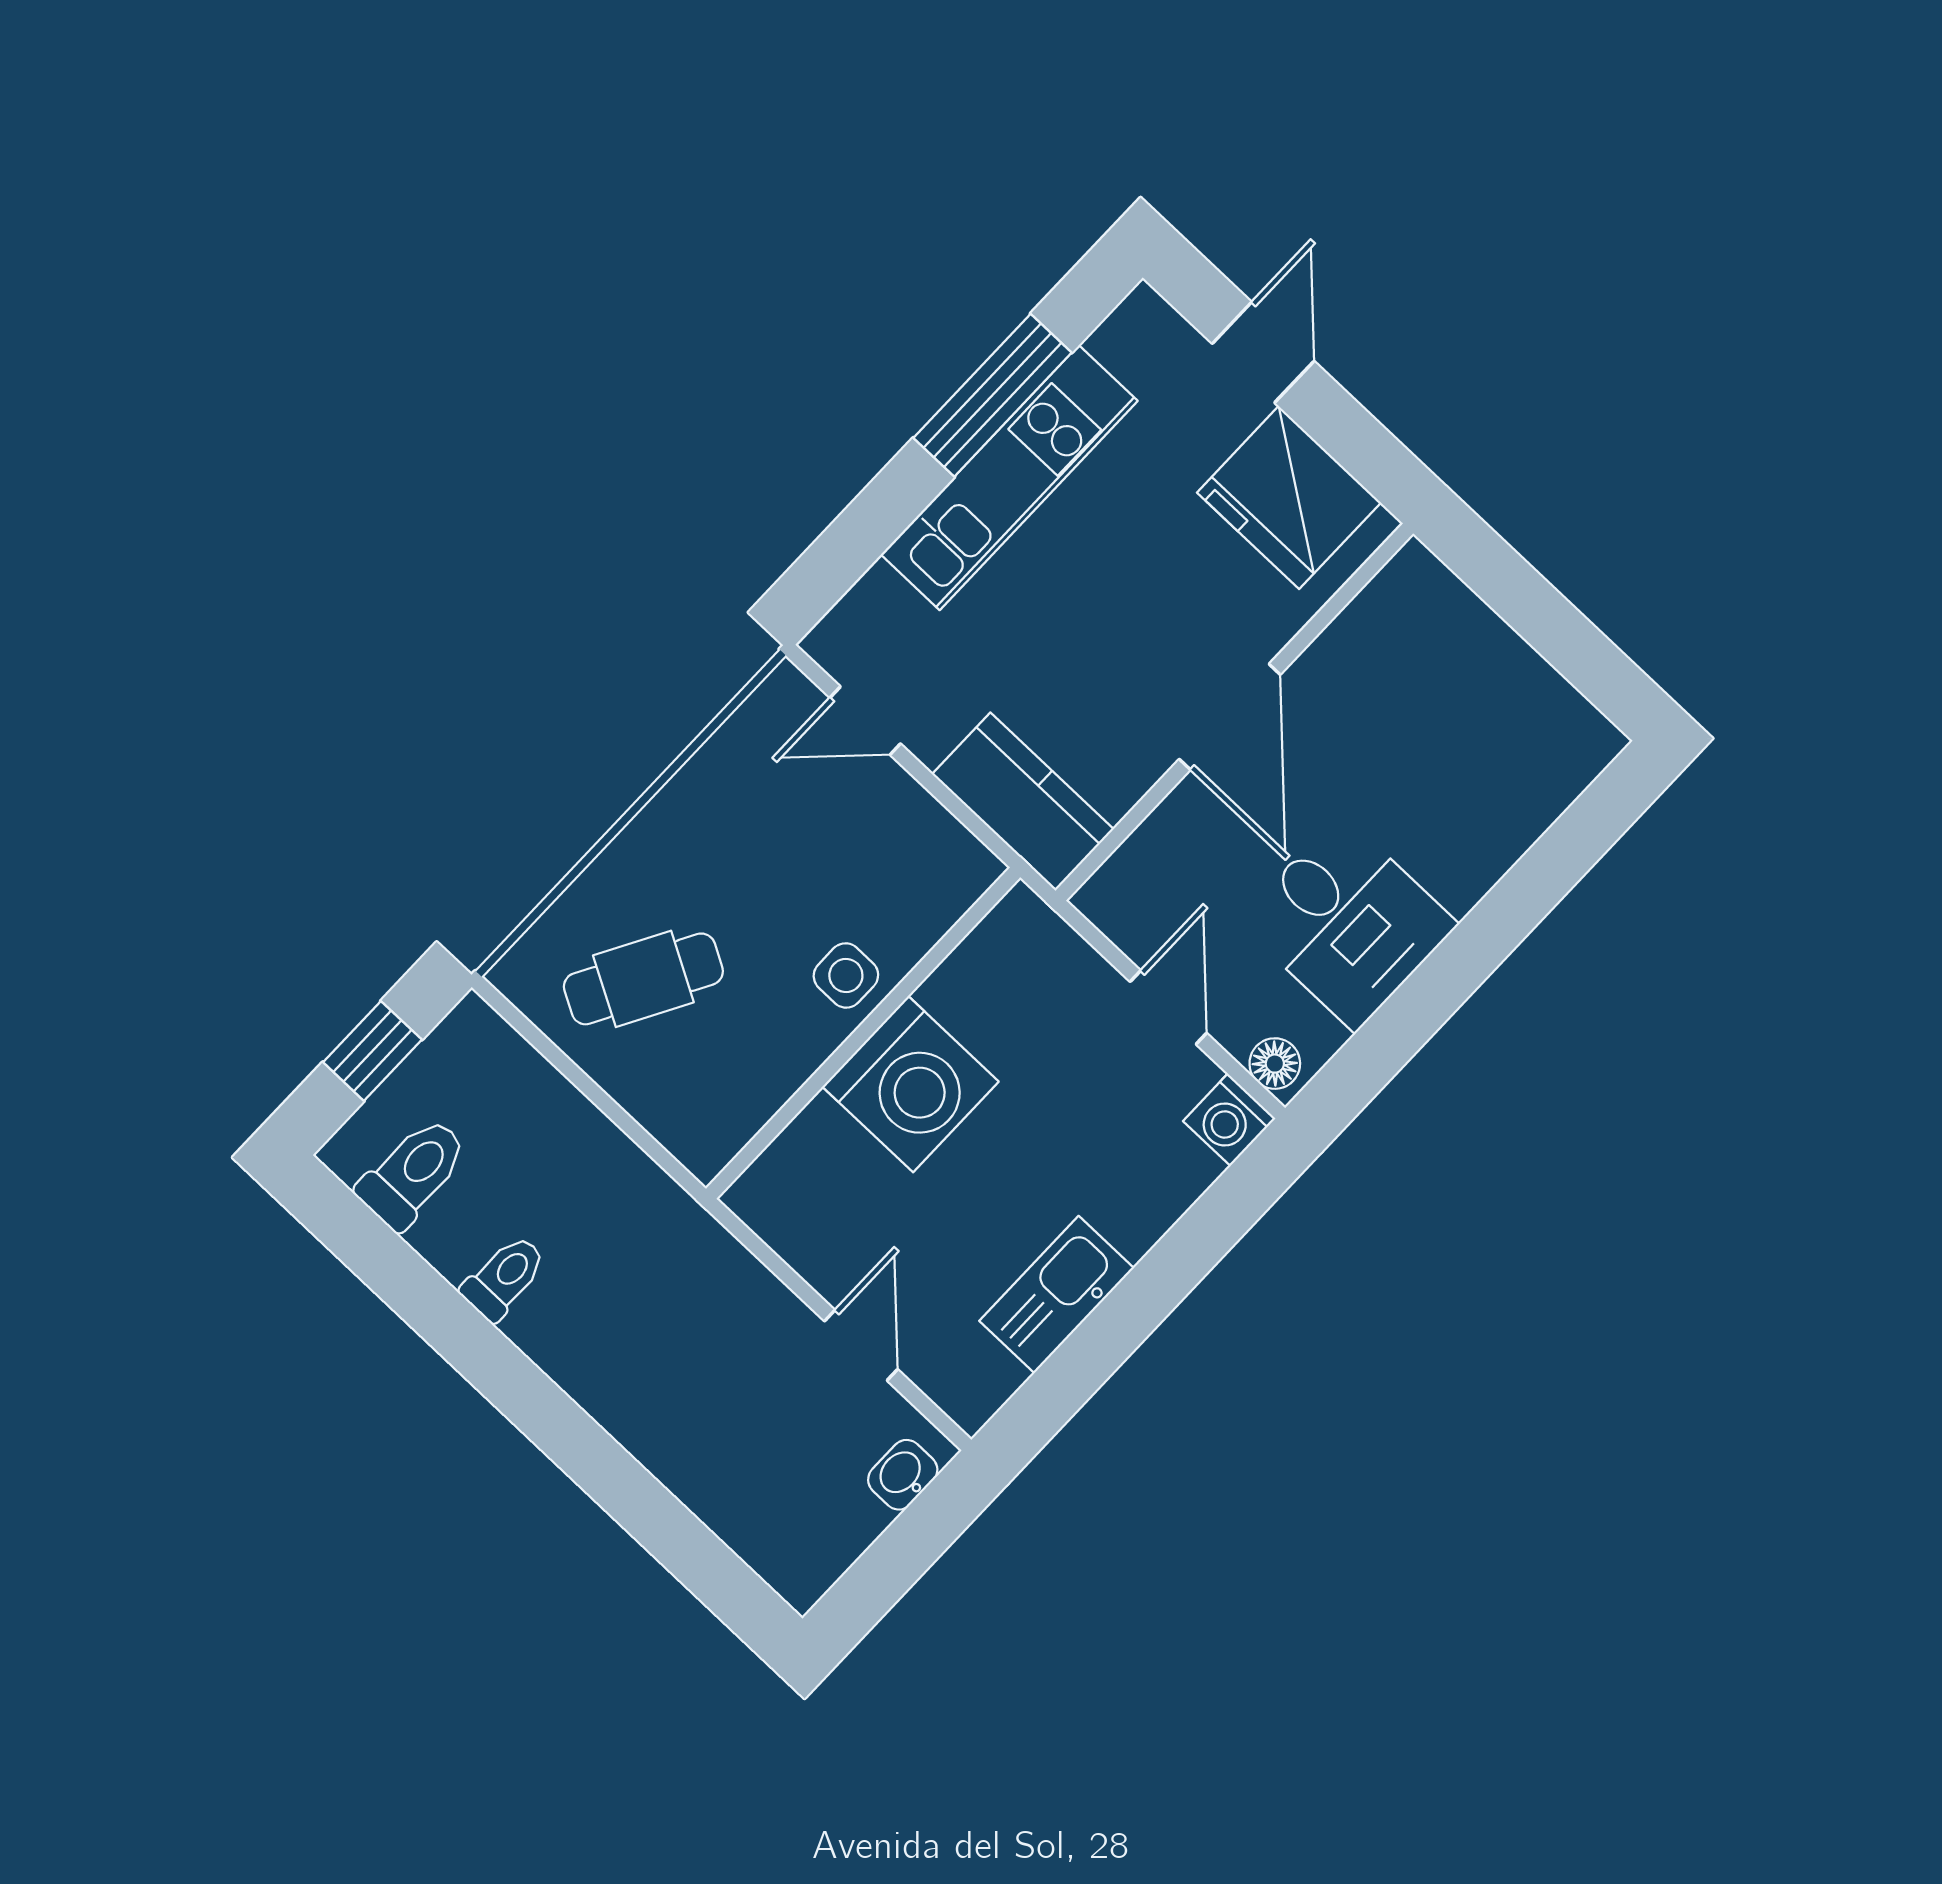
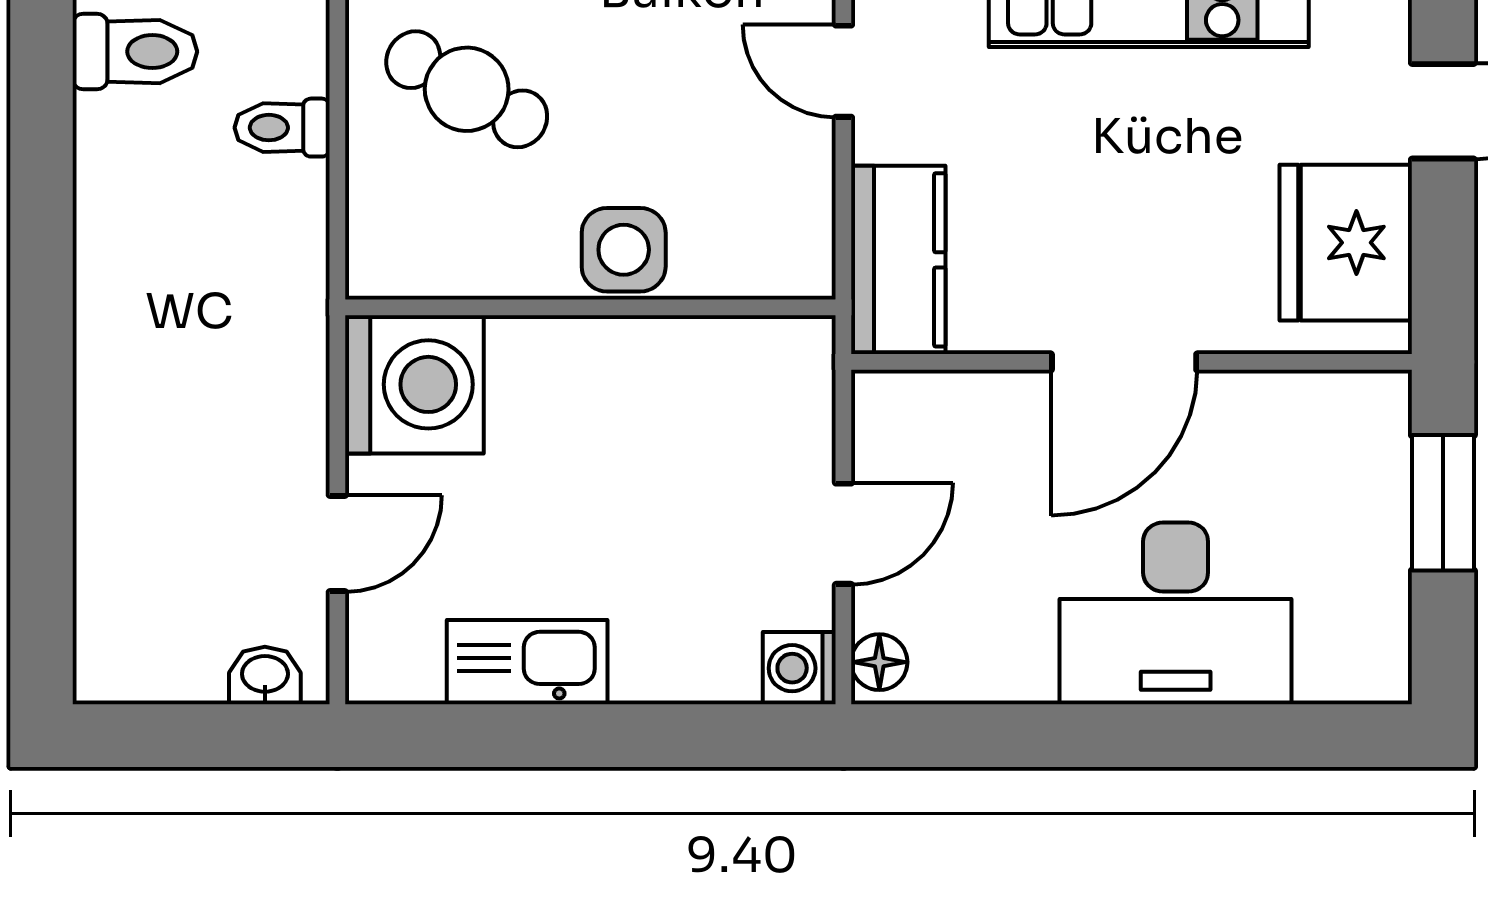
window: (1520, 595) -> (1443, 503), added
desk: (1348, 923) -> (1176, 613), moved, width x1.37
side table: (846, 975) -> (624, 250), width x1.37, depth x1.37
washing machine: (911, 1084) -> (414, 384), moved, turned -90
toilet: (504, 1278) -> (282, 128), moved, turned 180

